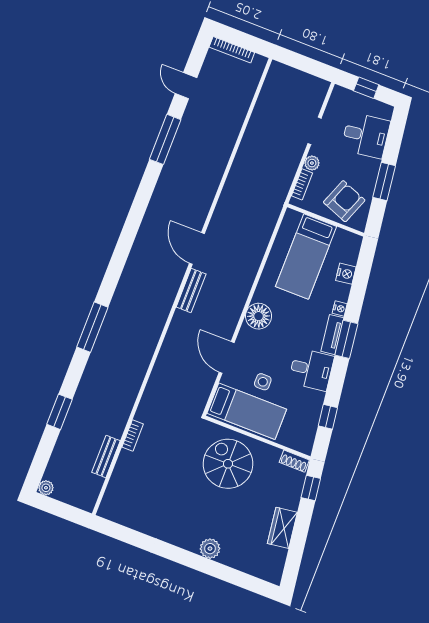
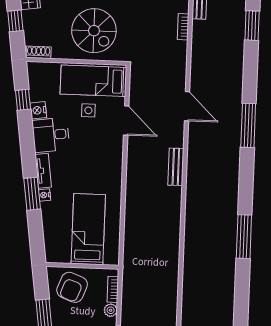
window: (165, 139) -> (244, 237), moved
door: (197, 248) -> (187, 106), moved
nightstand: (346, 274) -> (38, 110), moved
floor lamp: (259, 316) -> (111, 165), removed
window: (92, 327) -> (248, 125), moved
window: (346, 339) -> (32, 194), moved
window: (311, 488) -> (15, 21), moved

